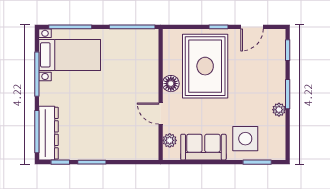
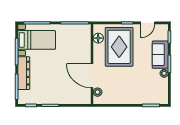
floor lamp: (171, 84) -> (98, 38), moved
door: (161, 113) -> (92, 76), width x1.87
dresser: (49, 133) -> (24, 73), moved
side table: (245, 139) -> (144, 91), removed
sofa: (203, 147) -> (160, 55), moved, turned -90

